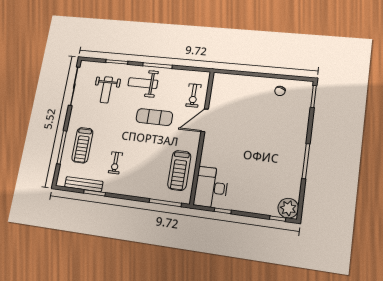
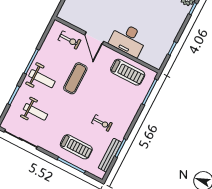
weight bench: (143, 83) -> (42, 79), turned -90
desk: (211, 187) -> (128, 40), moved

